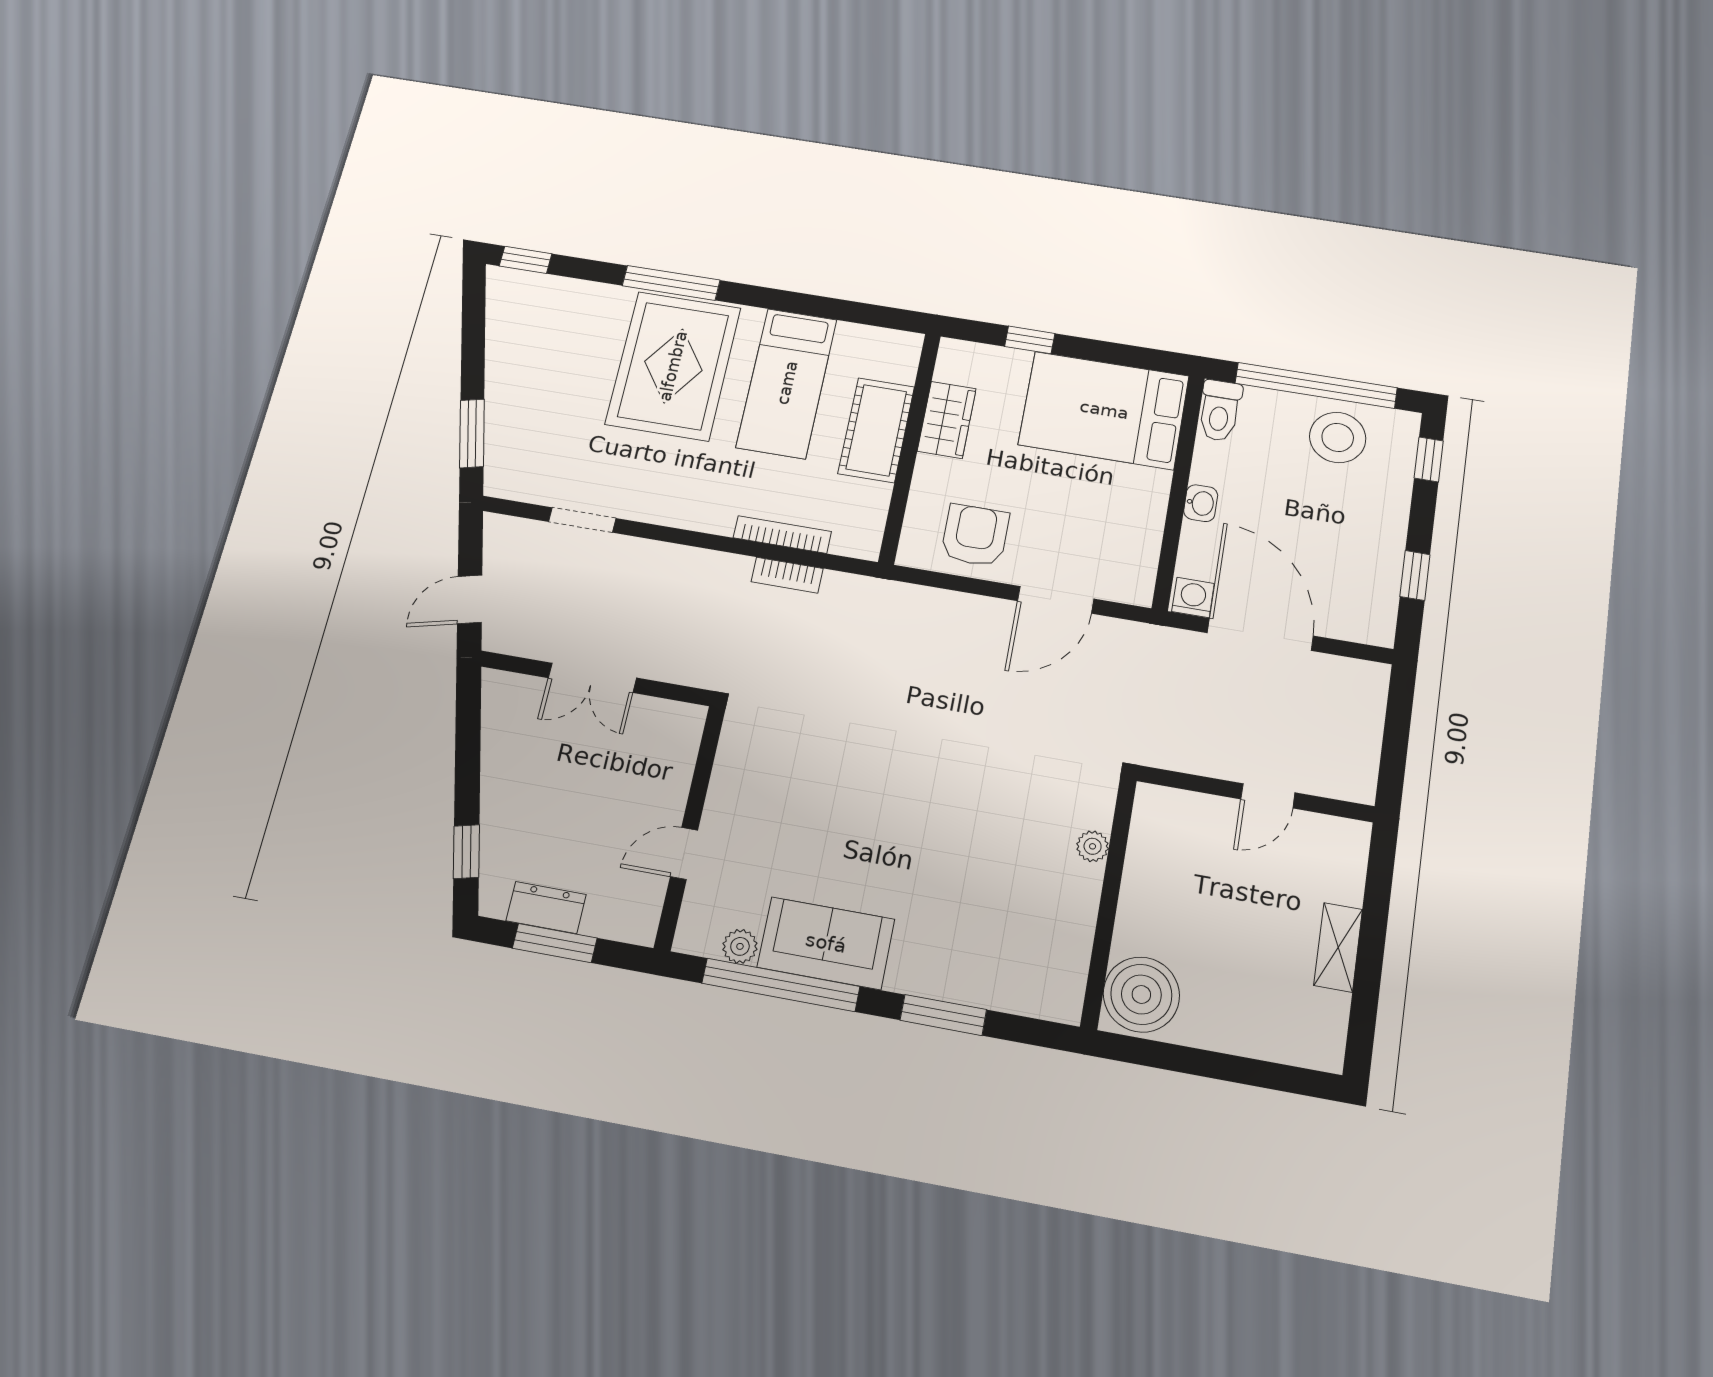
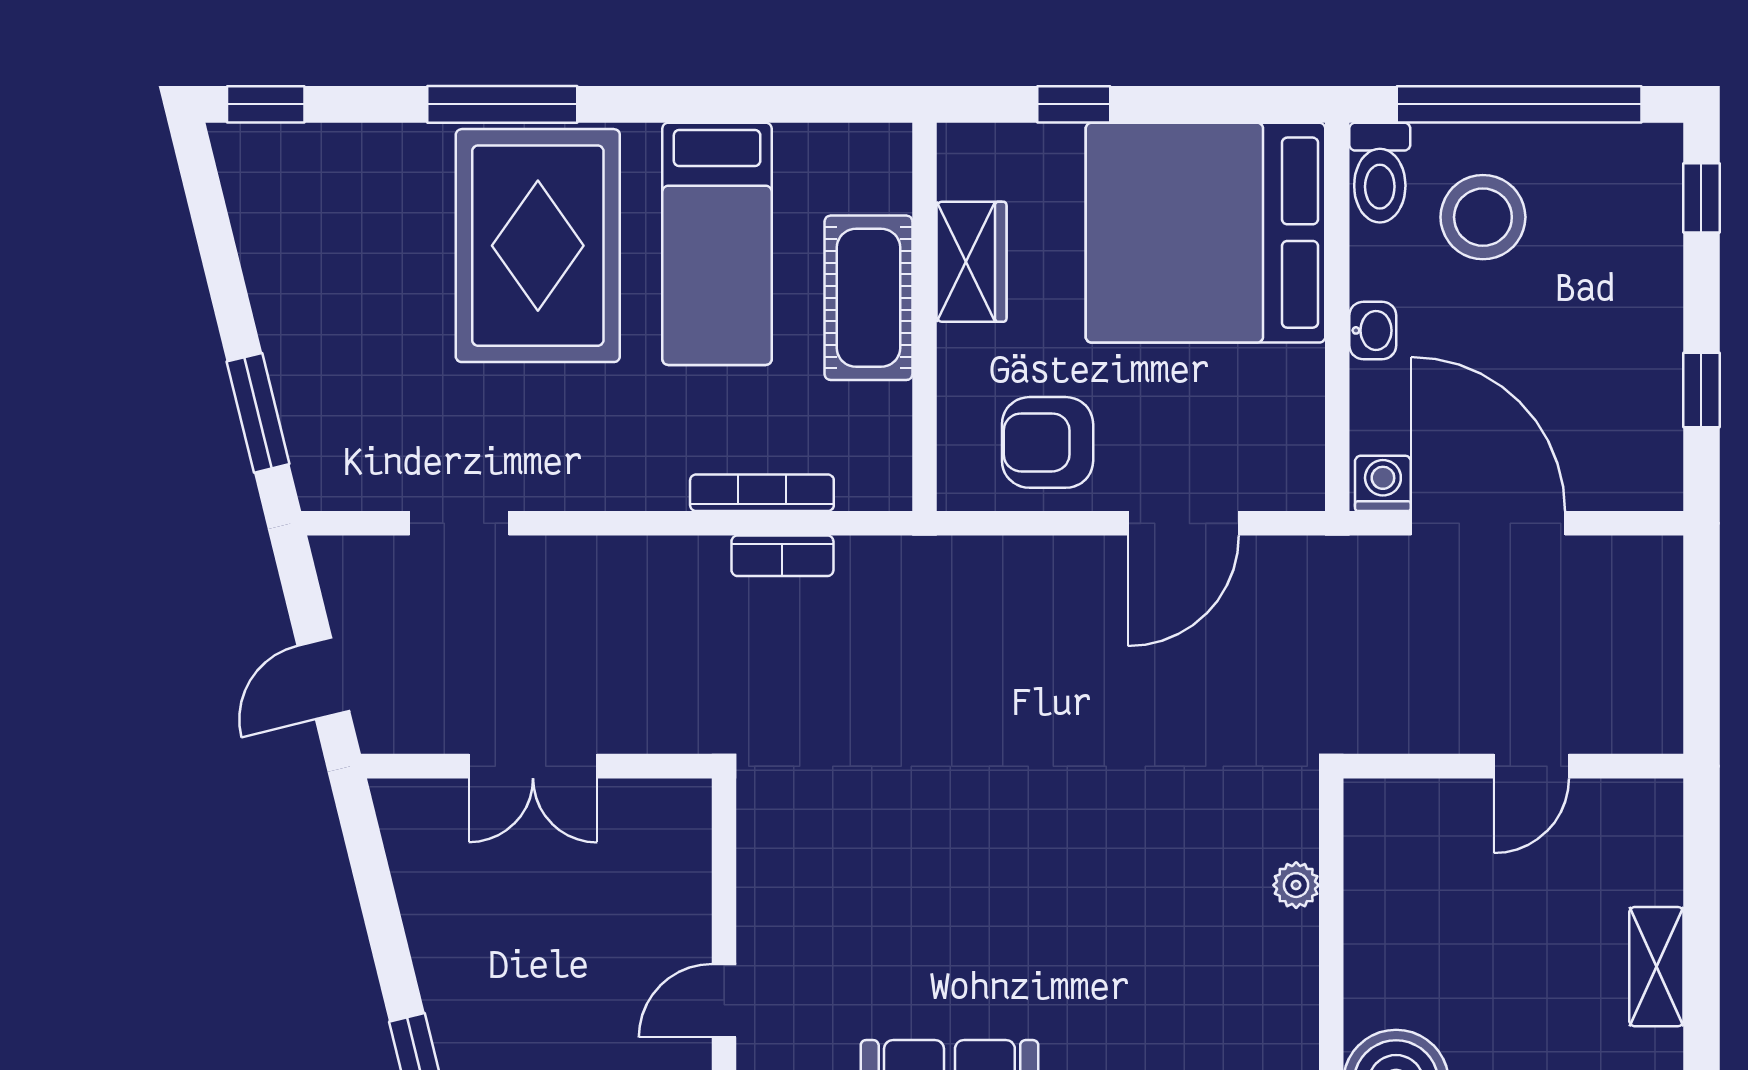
bed: (1104, 410) -> (1206, 233), width x1.36
stool: (1338, 437) -> (1483, 217), moved
armchair: (975, 535) -> (1048, 442), turned -90

